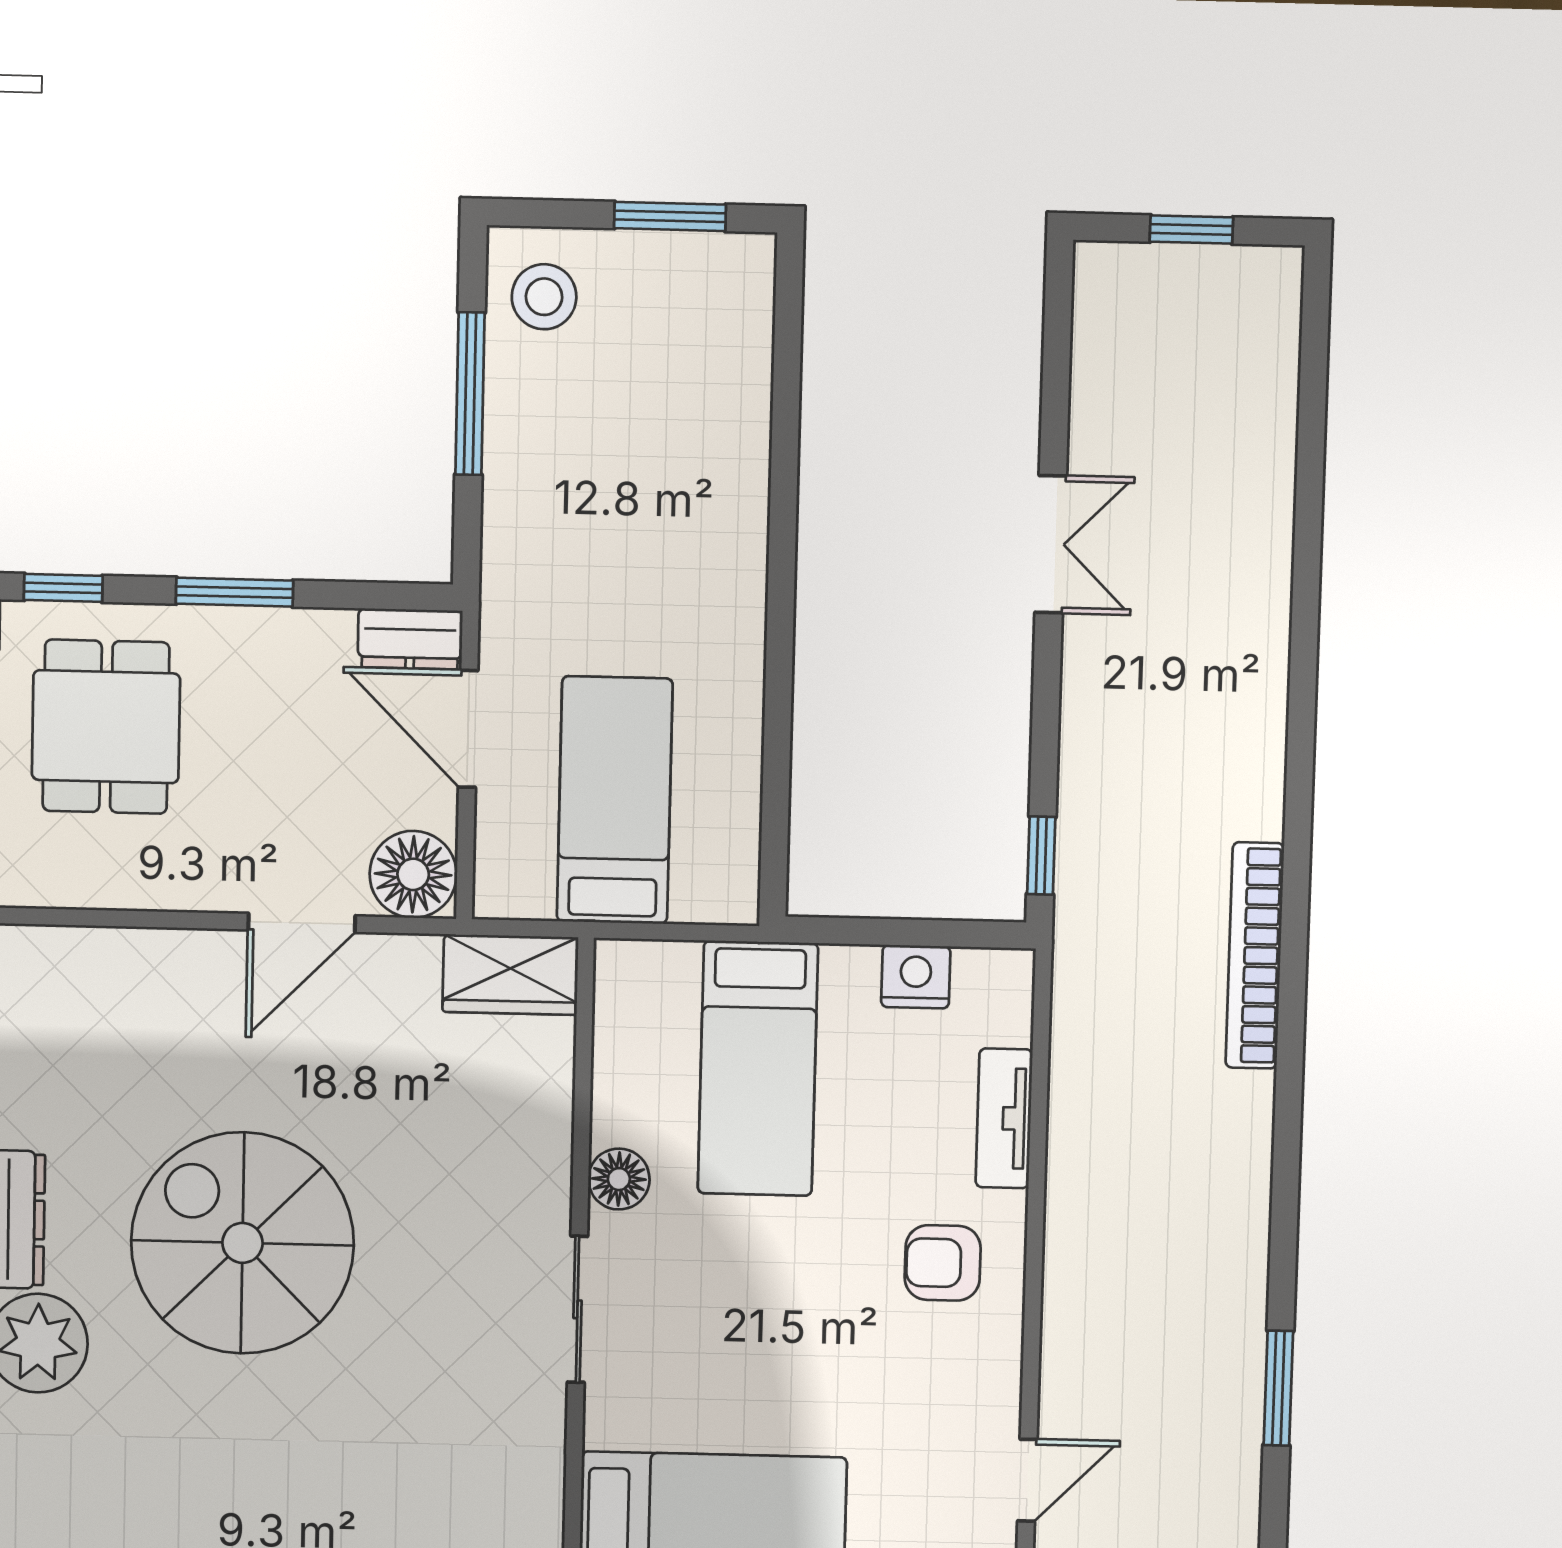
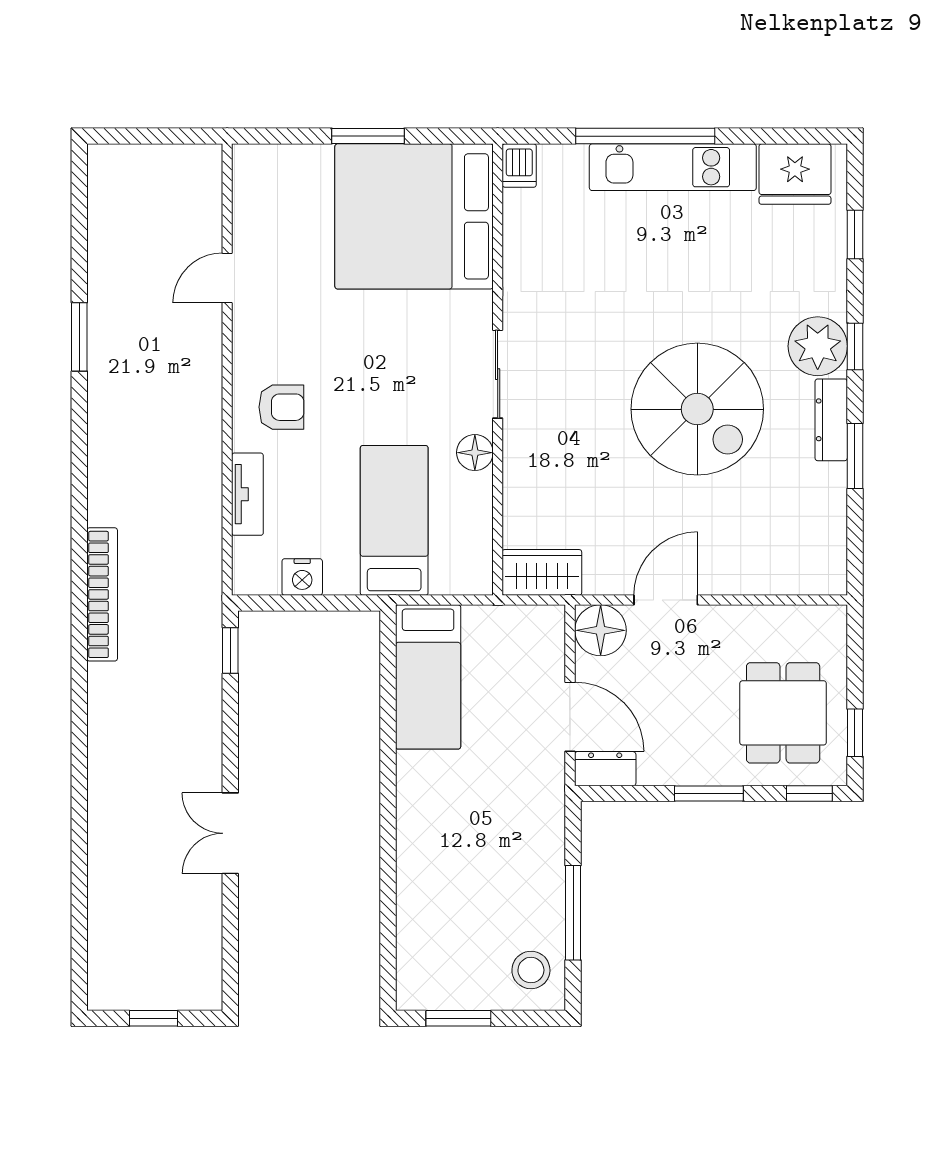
bed: (615, 800) -> (428, 677), moved

